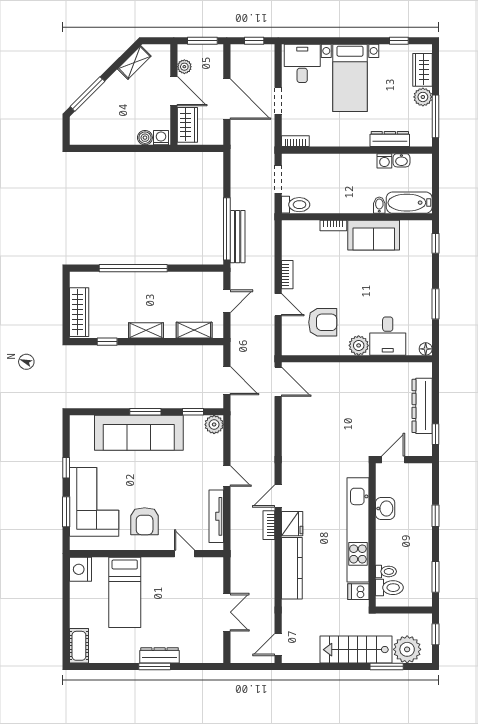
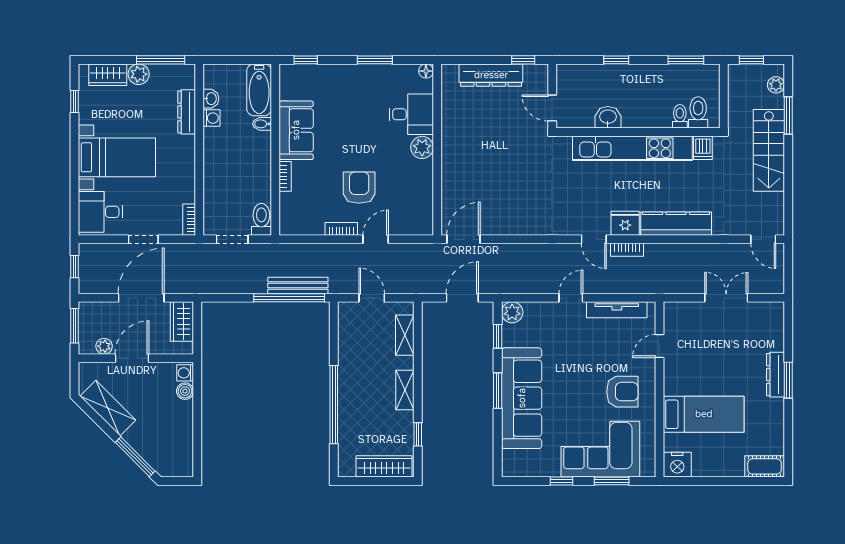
shelving: (134, 62) -> (108, 408), width x1.50, depth x1.33
wardrobe: (187, 125) -> (182, 322), moved, turned -90
armchair: (323, 322) -> (359, 188), moved
plant: (407, 649) -> (776, 85), width x0.53, depth x0.53

